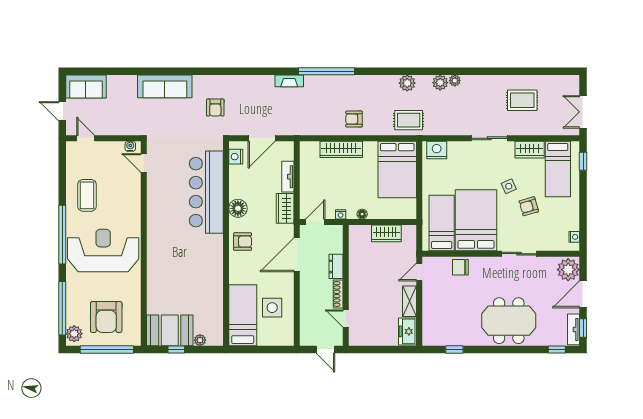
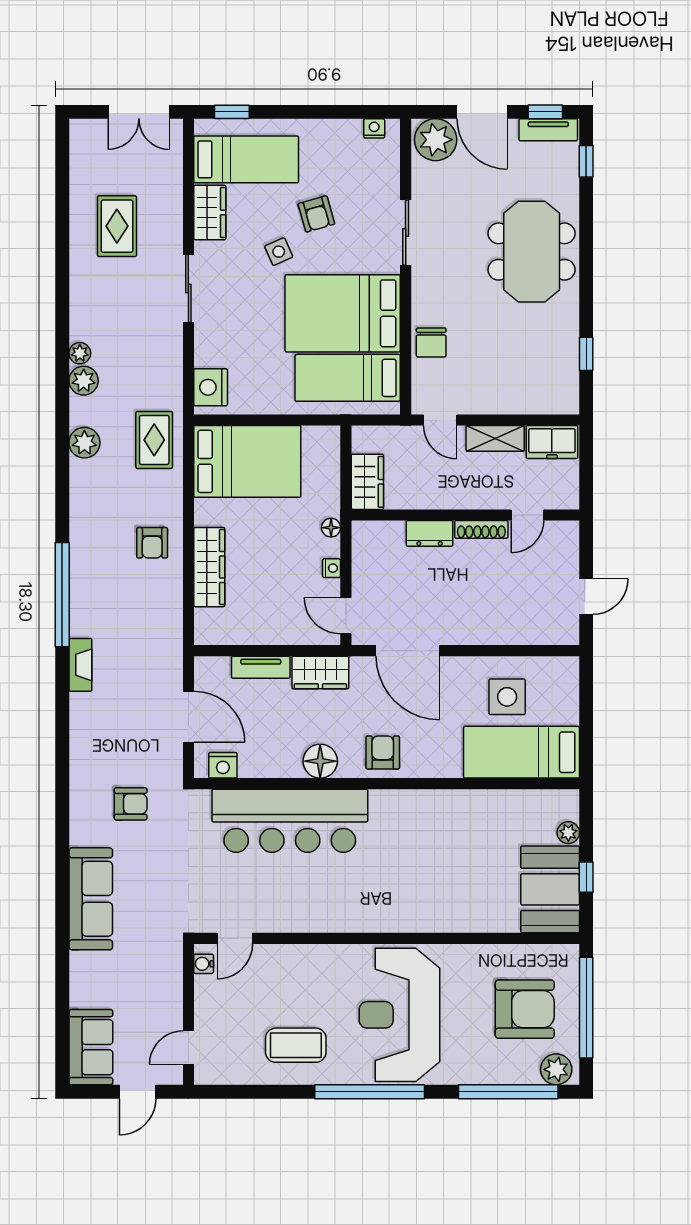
dresser: (336, 266) -> (430, 533), moved
wall: (346, 285) -> (465, 515), moved
shoe rack: (338, 294) -> (481, 529), moved
door: (346, 318) -> (527, 515), moved

